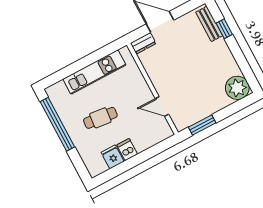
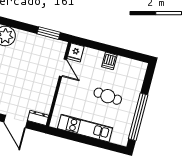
fridge: (113, 157) -> (76, 53), moved

